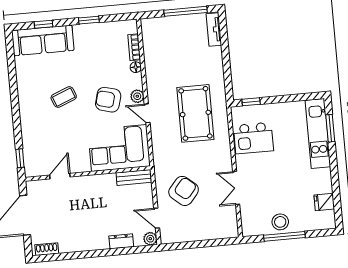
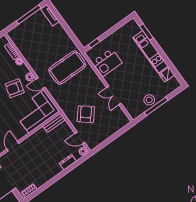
pool table: (195, 113) -> (67, 68), turned 90
kitchen unit: (318, 133) -> (151, 52), moved

